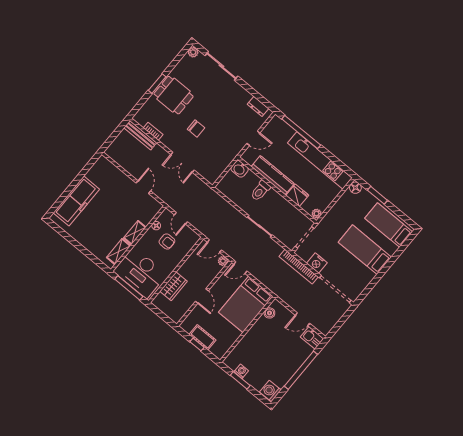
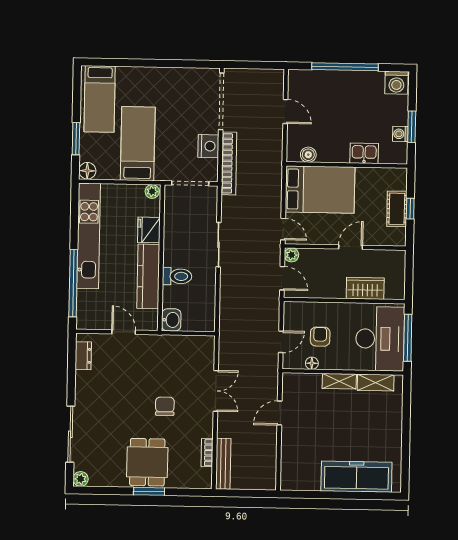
bed: (365, 250) -> (138, 144), moved, turned 180
kitchen sink: (312, 338) -> (364, 153), moved, turned -90

